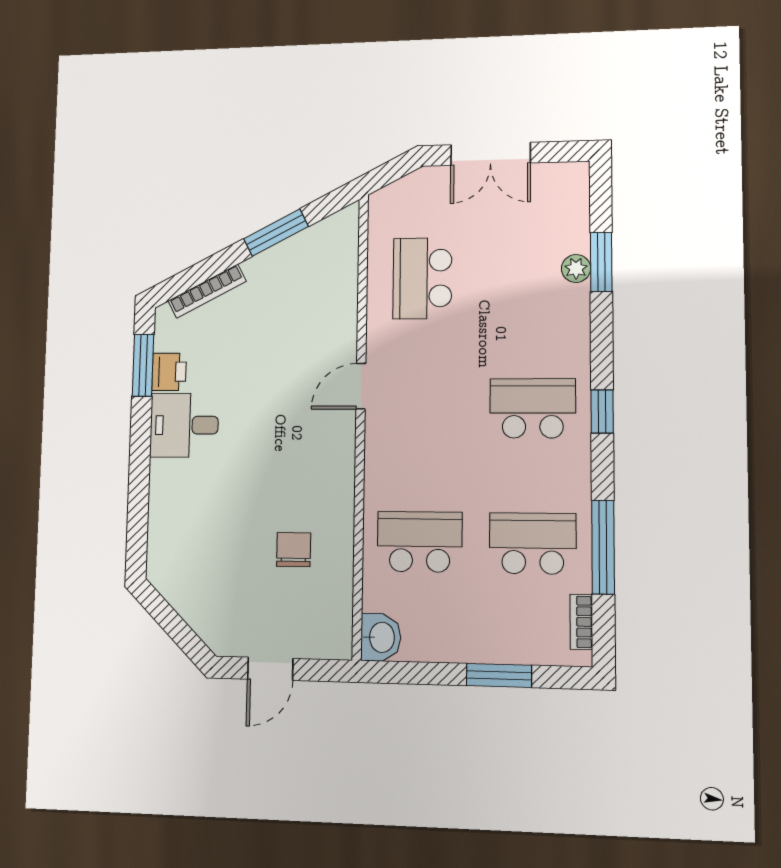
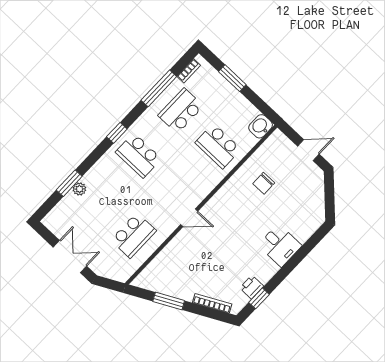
window: (143, 365) -> (259, 298), width x0.67
desk: (184, 425) -> (280, 245), moved
school desk: (533, 543) -> (181, 111), turned 90

